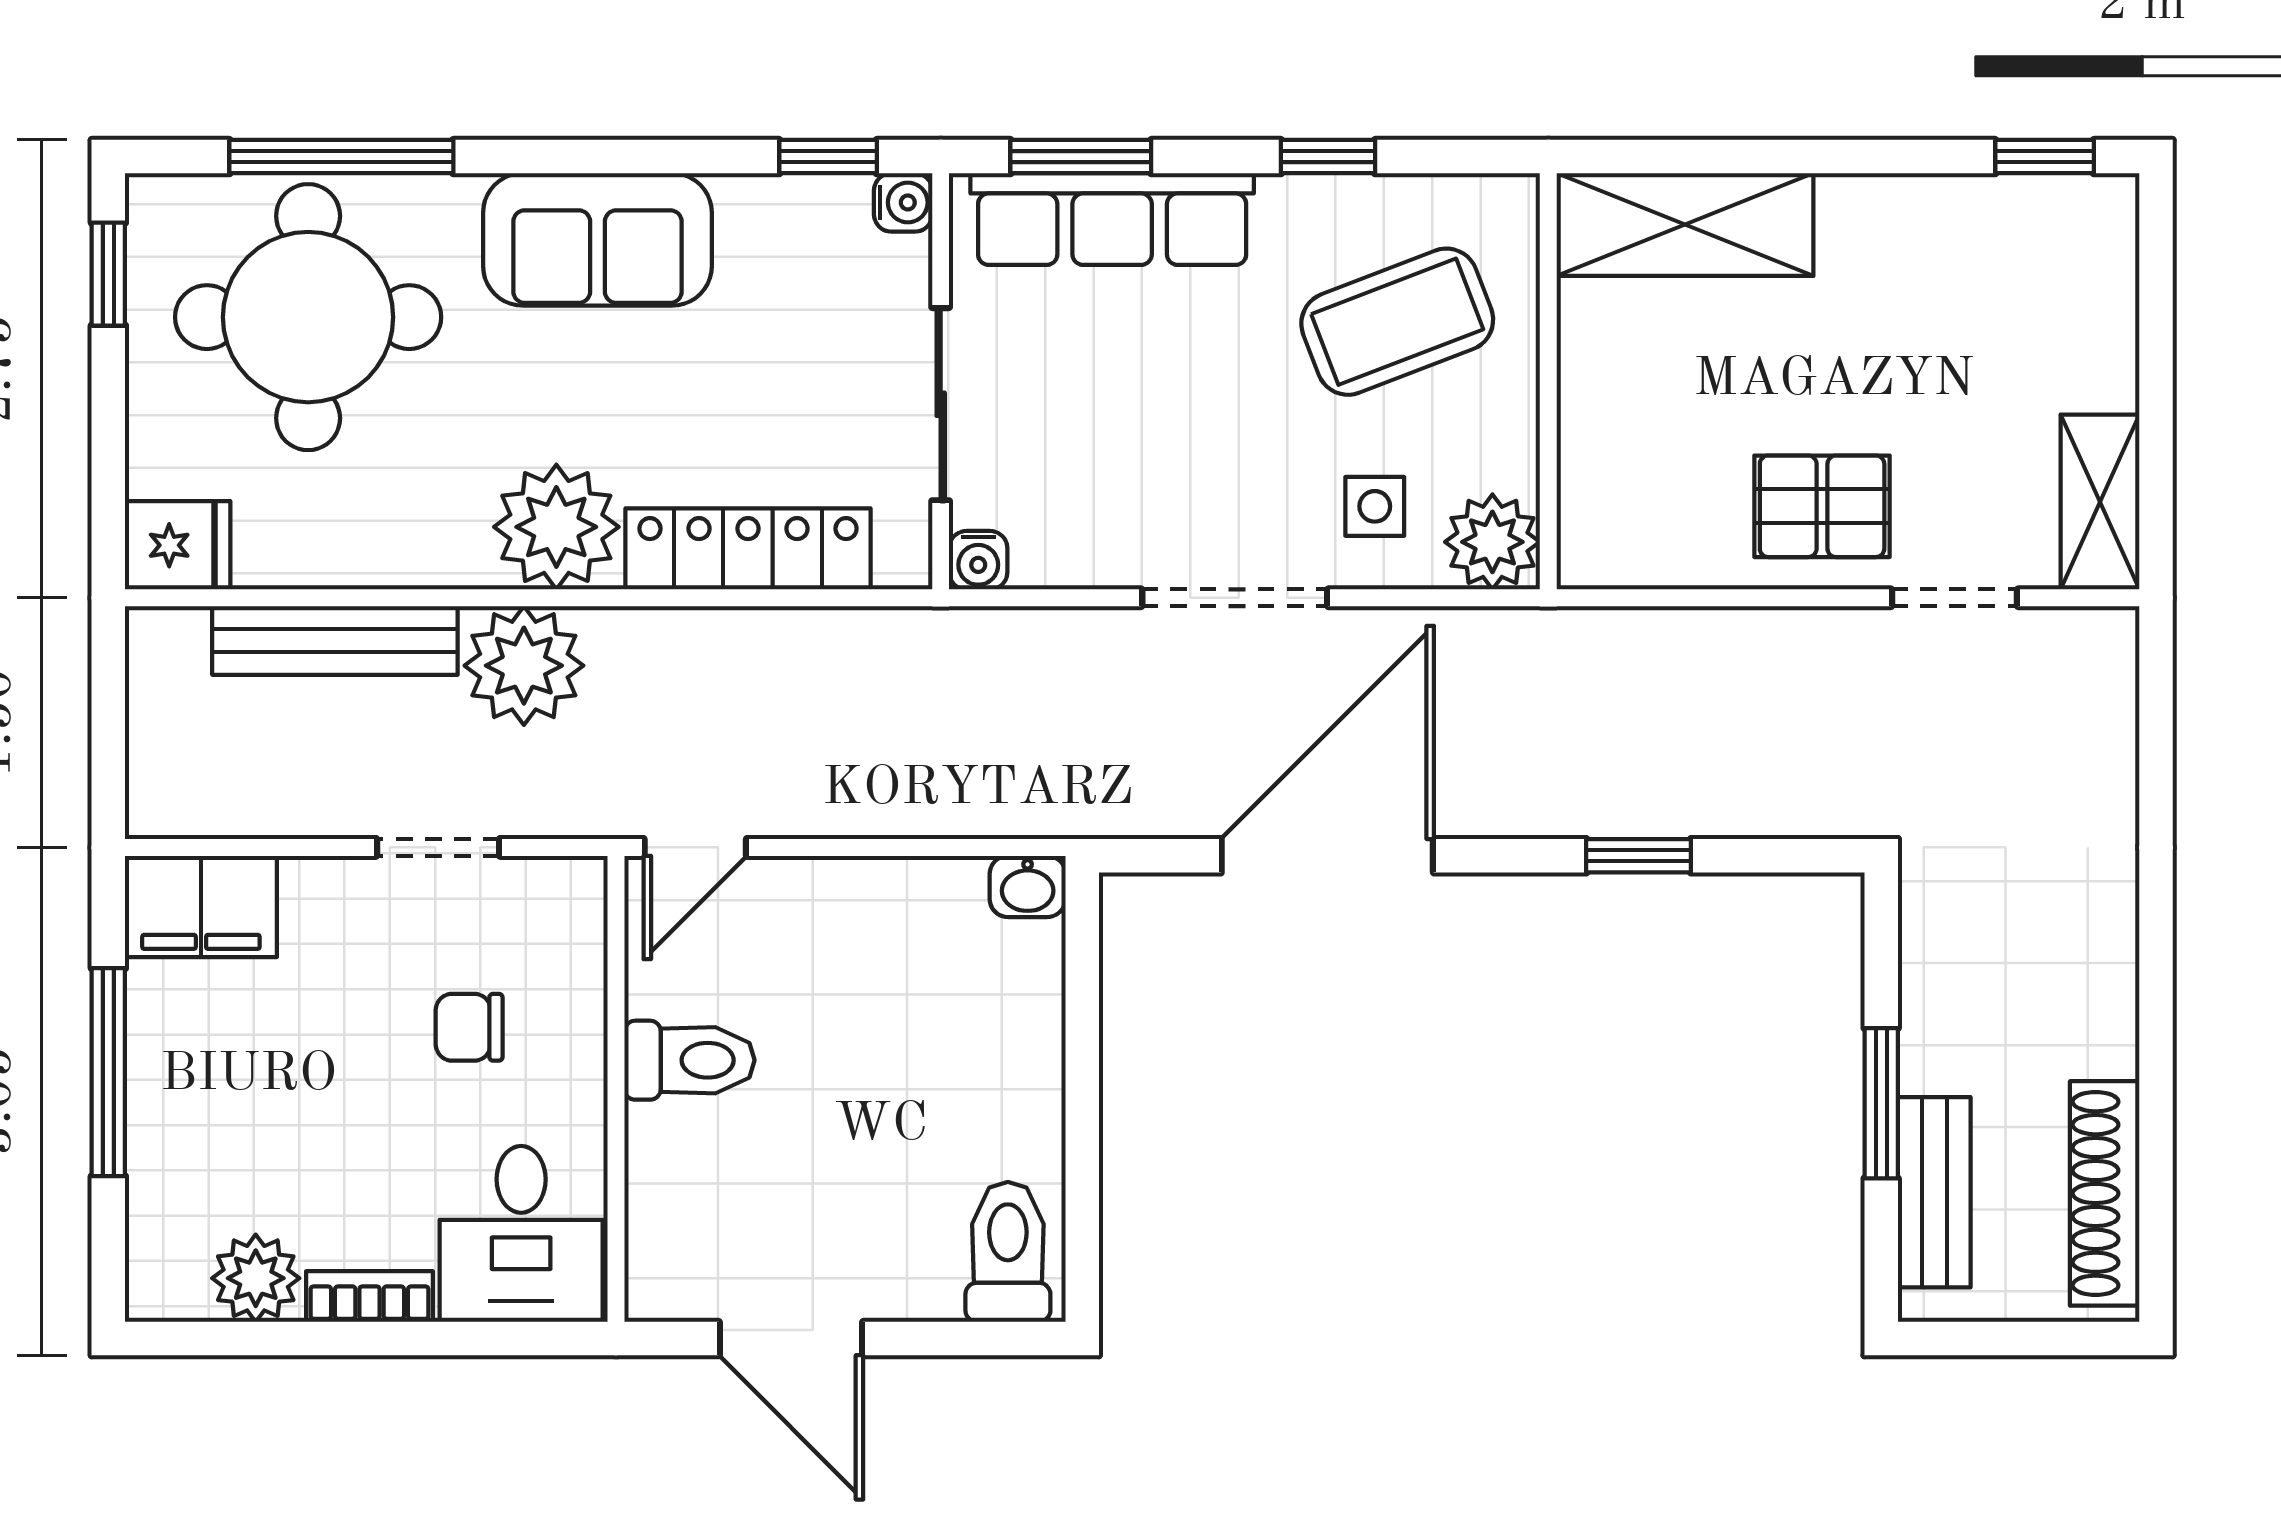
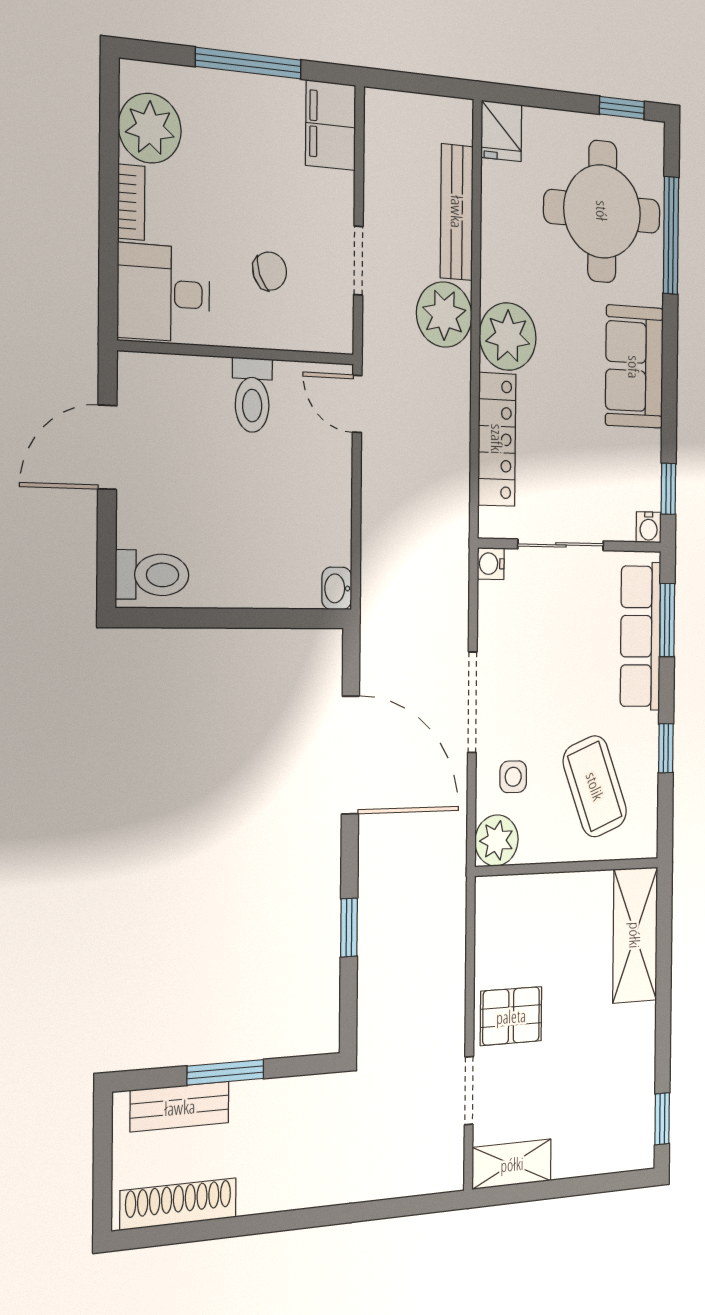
pallet: (1822, 506) -> (511, 1016), turned 90
chair: (469, 1027) -> (270, 271), turned 69
plant: (256, 1278) -> (150, 128), width x1.36, depth x1.36

